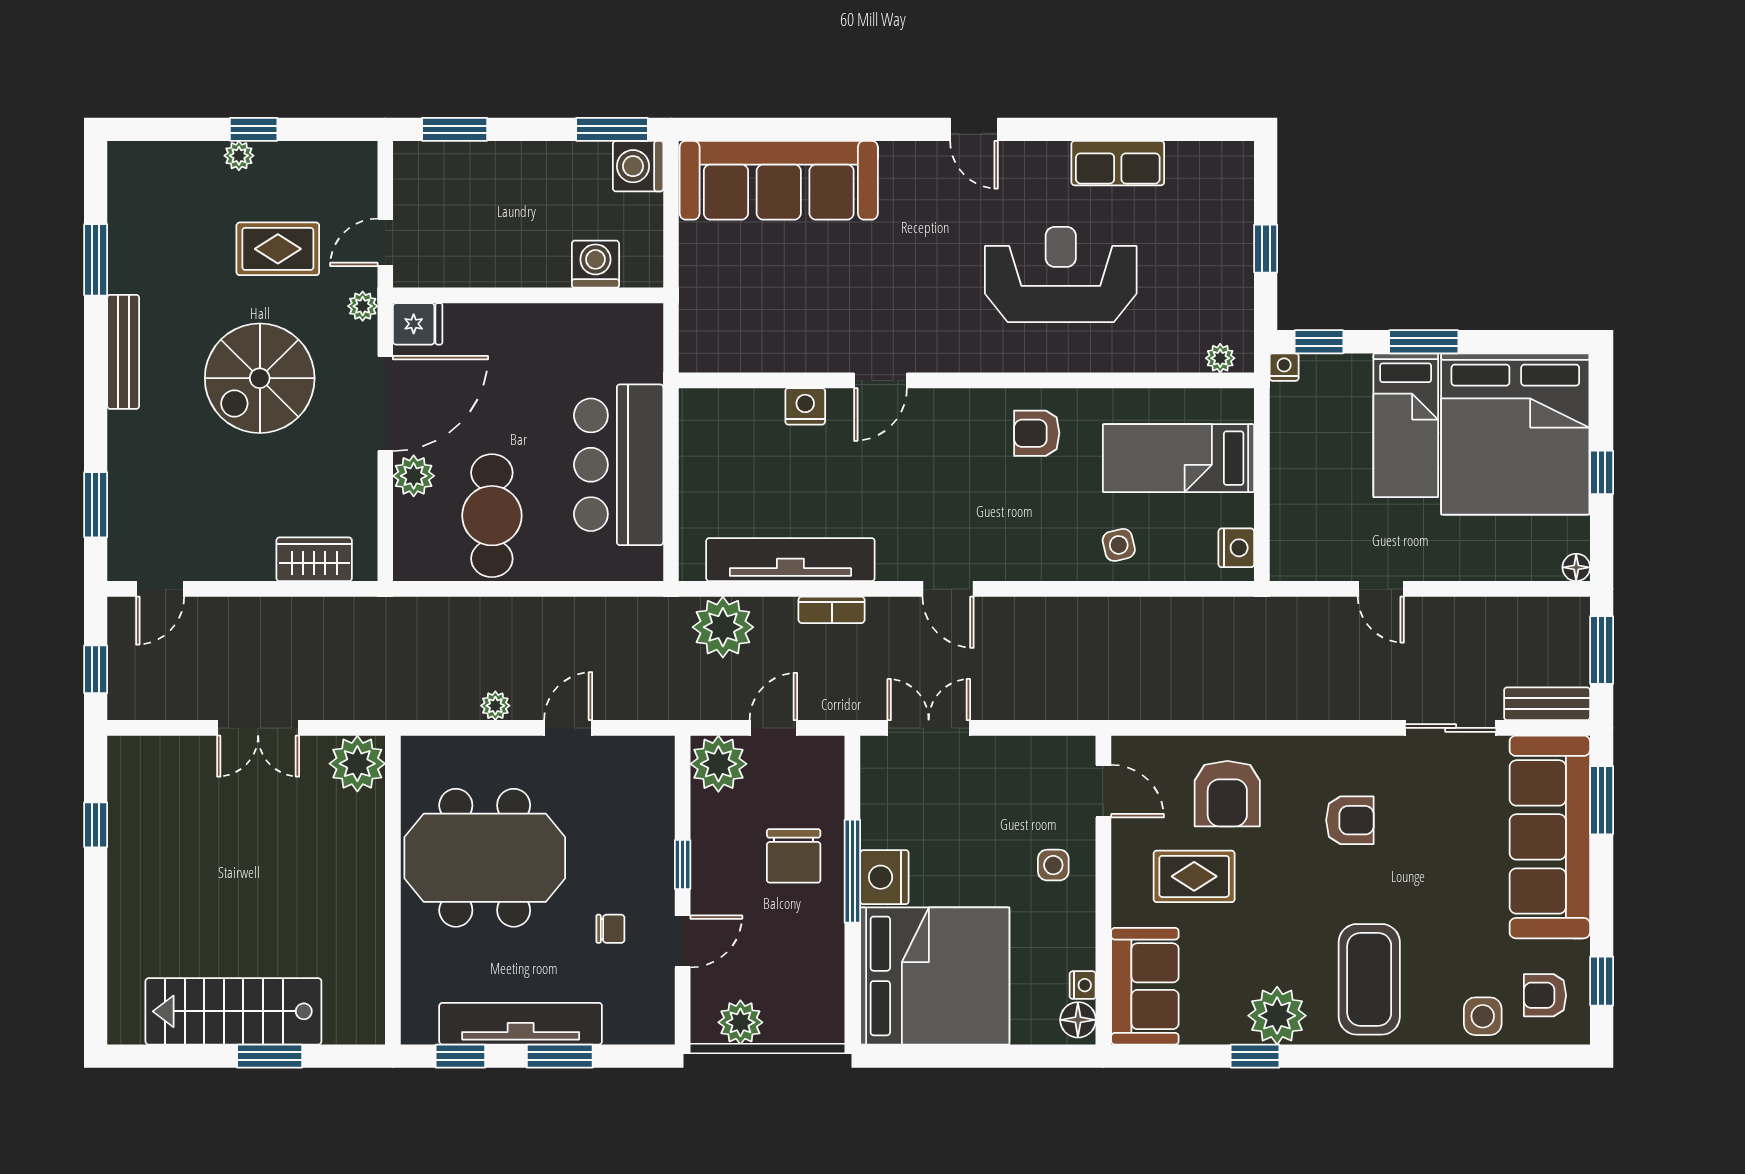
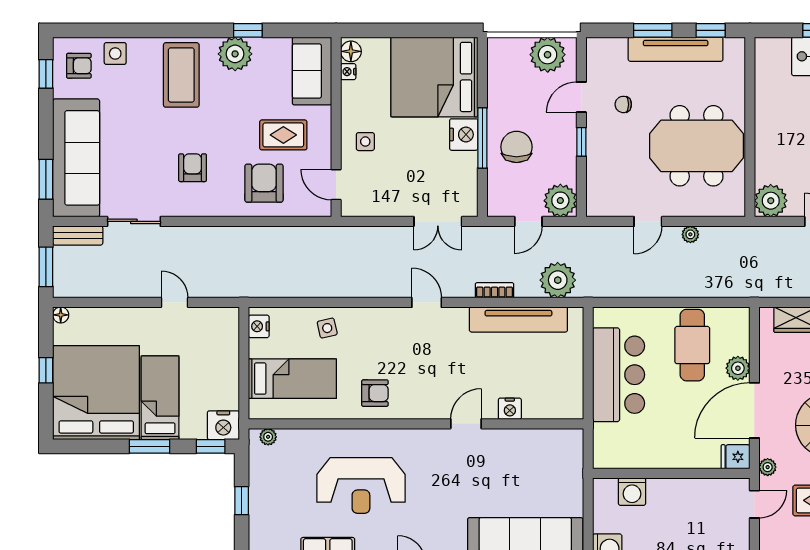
nightstand: (1284, 367) -> (223, 425), width x1.89, depth x1.79
armchair: (1350, 820) -> (193, 168), turned 90
plant: (740, 1022) -> (548, 55), width x1.36, depth x1.36

